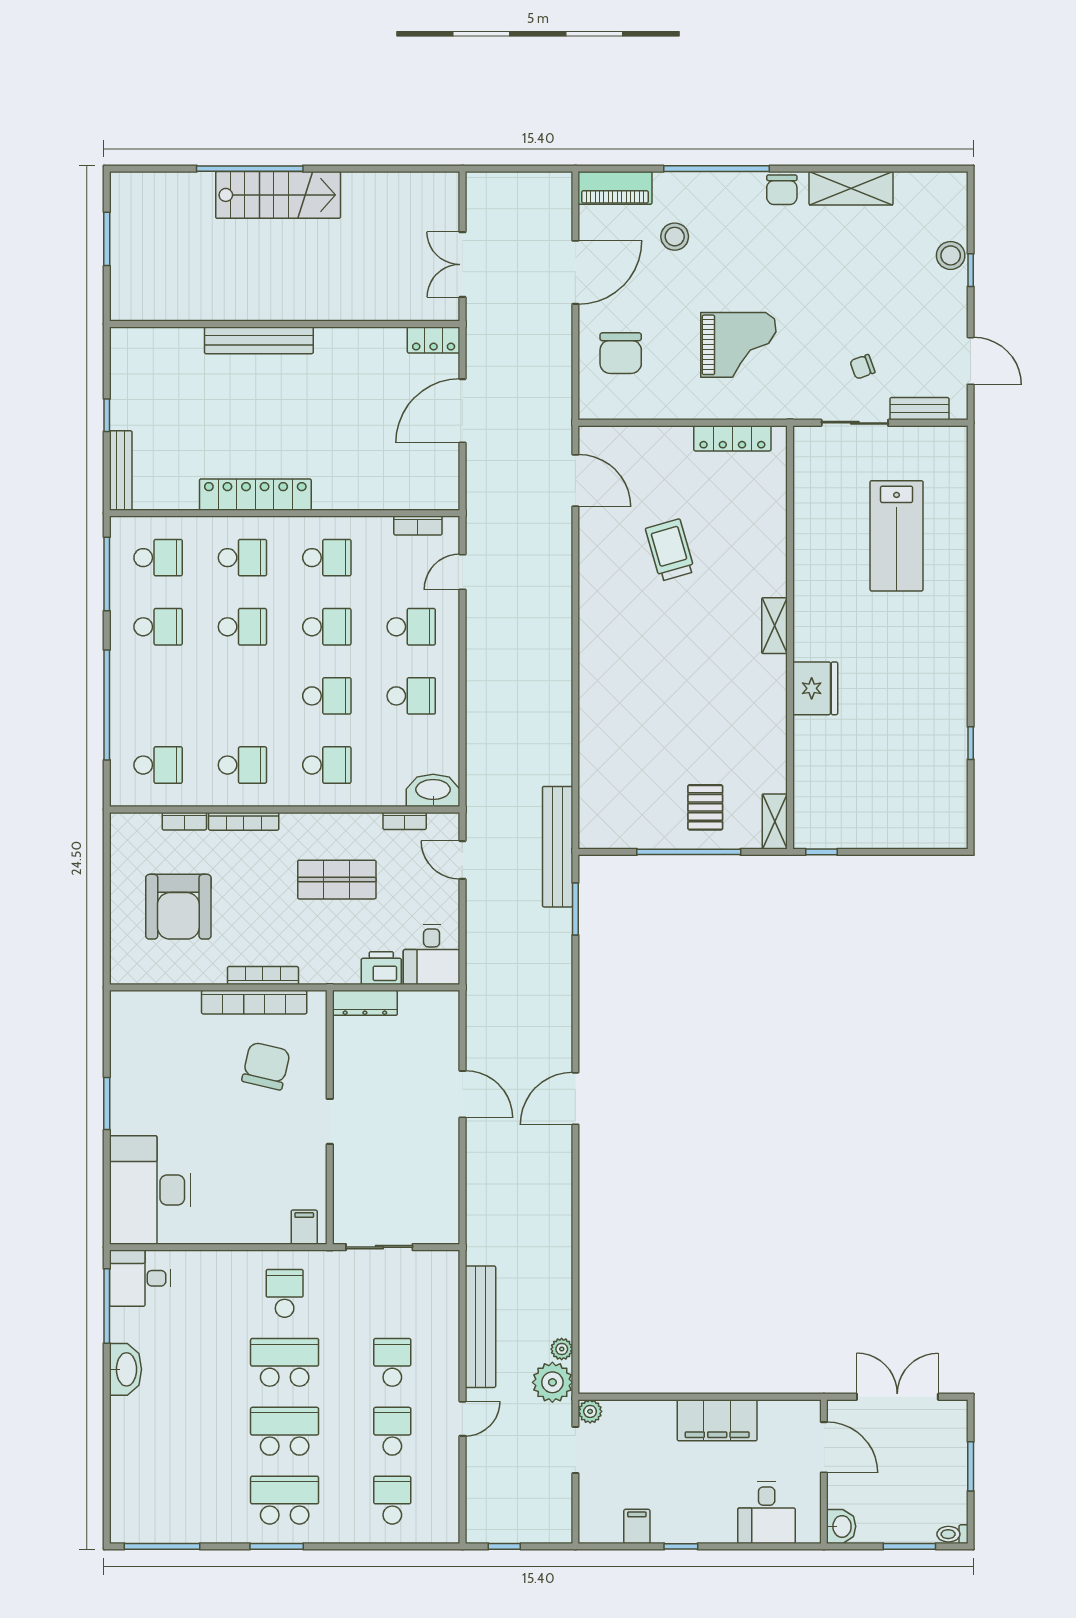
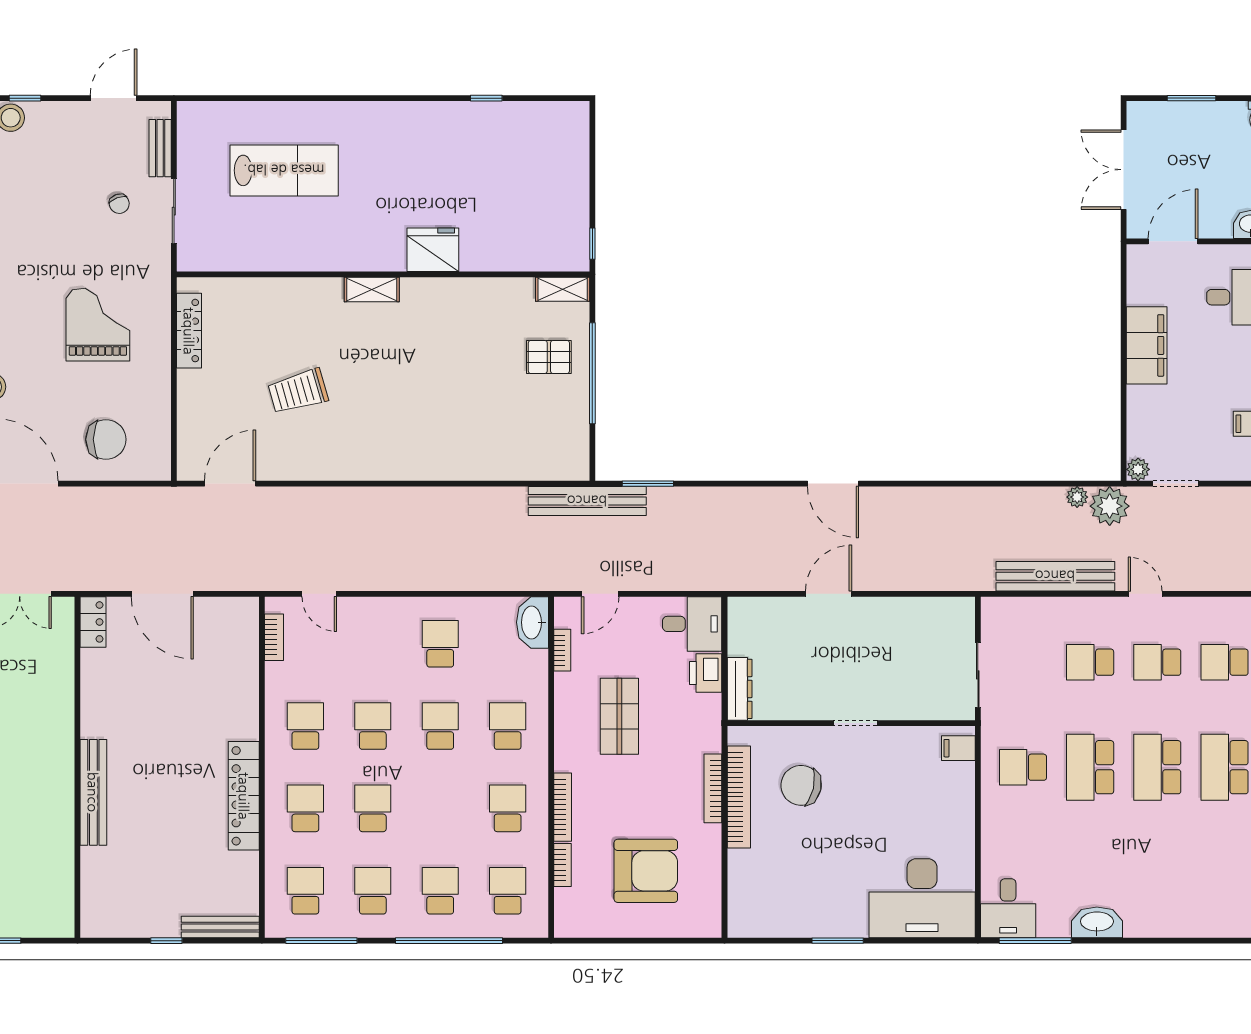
school desk: (411, 627) -> (440, 891), moved

